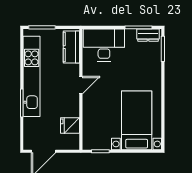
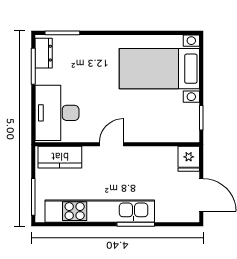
door: (81, 85) -> (111, 144), hinge flipped
fridge: (70, 126) -> (189, 159), moved

